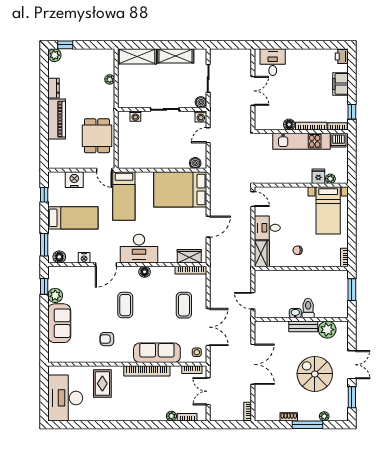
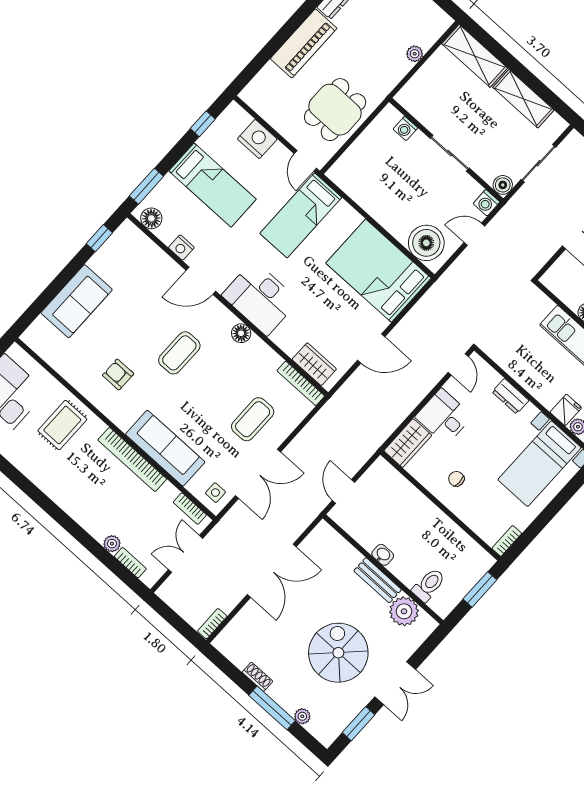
boiler: (195, 163) -> (426, 243), width x1.86, depth x1.86
dresser: (288, 192) -> (510, 396), added
plant: (55, 295) -> (103, 262), removed
toilet: (308, 308) -> (429, 585), moved

